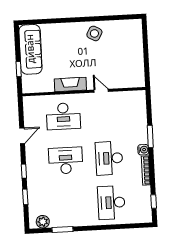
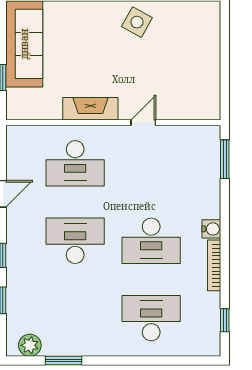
door: (101, 91) -> (143, 123), hinge flipped
window: (150, 136) -> (225, 159), moved
desk: (109, 158) -> (151, 241), turned -90
desk: (111, 203) -> (151, 318), turned 90

